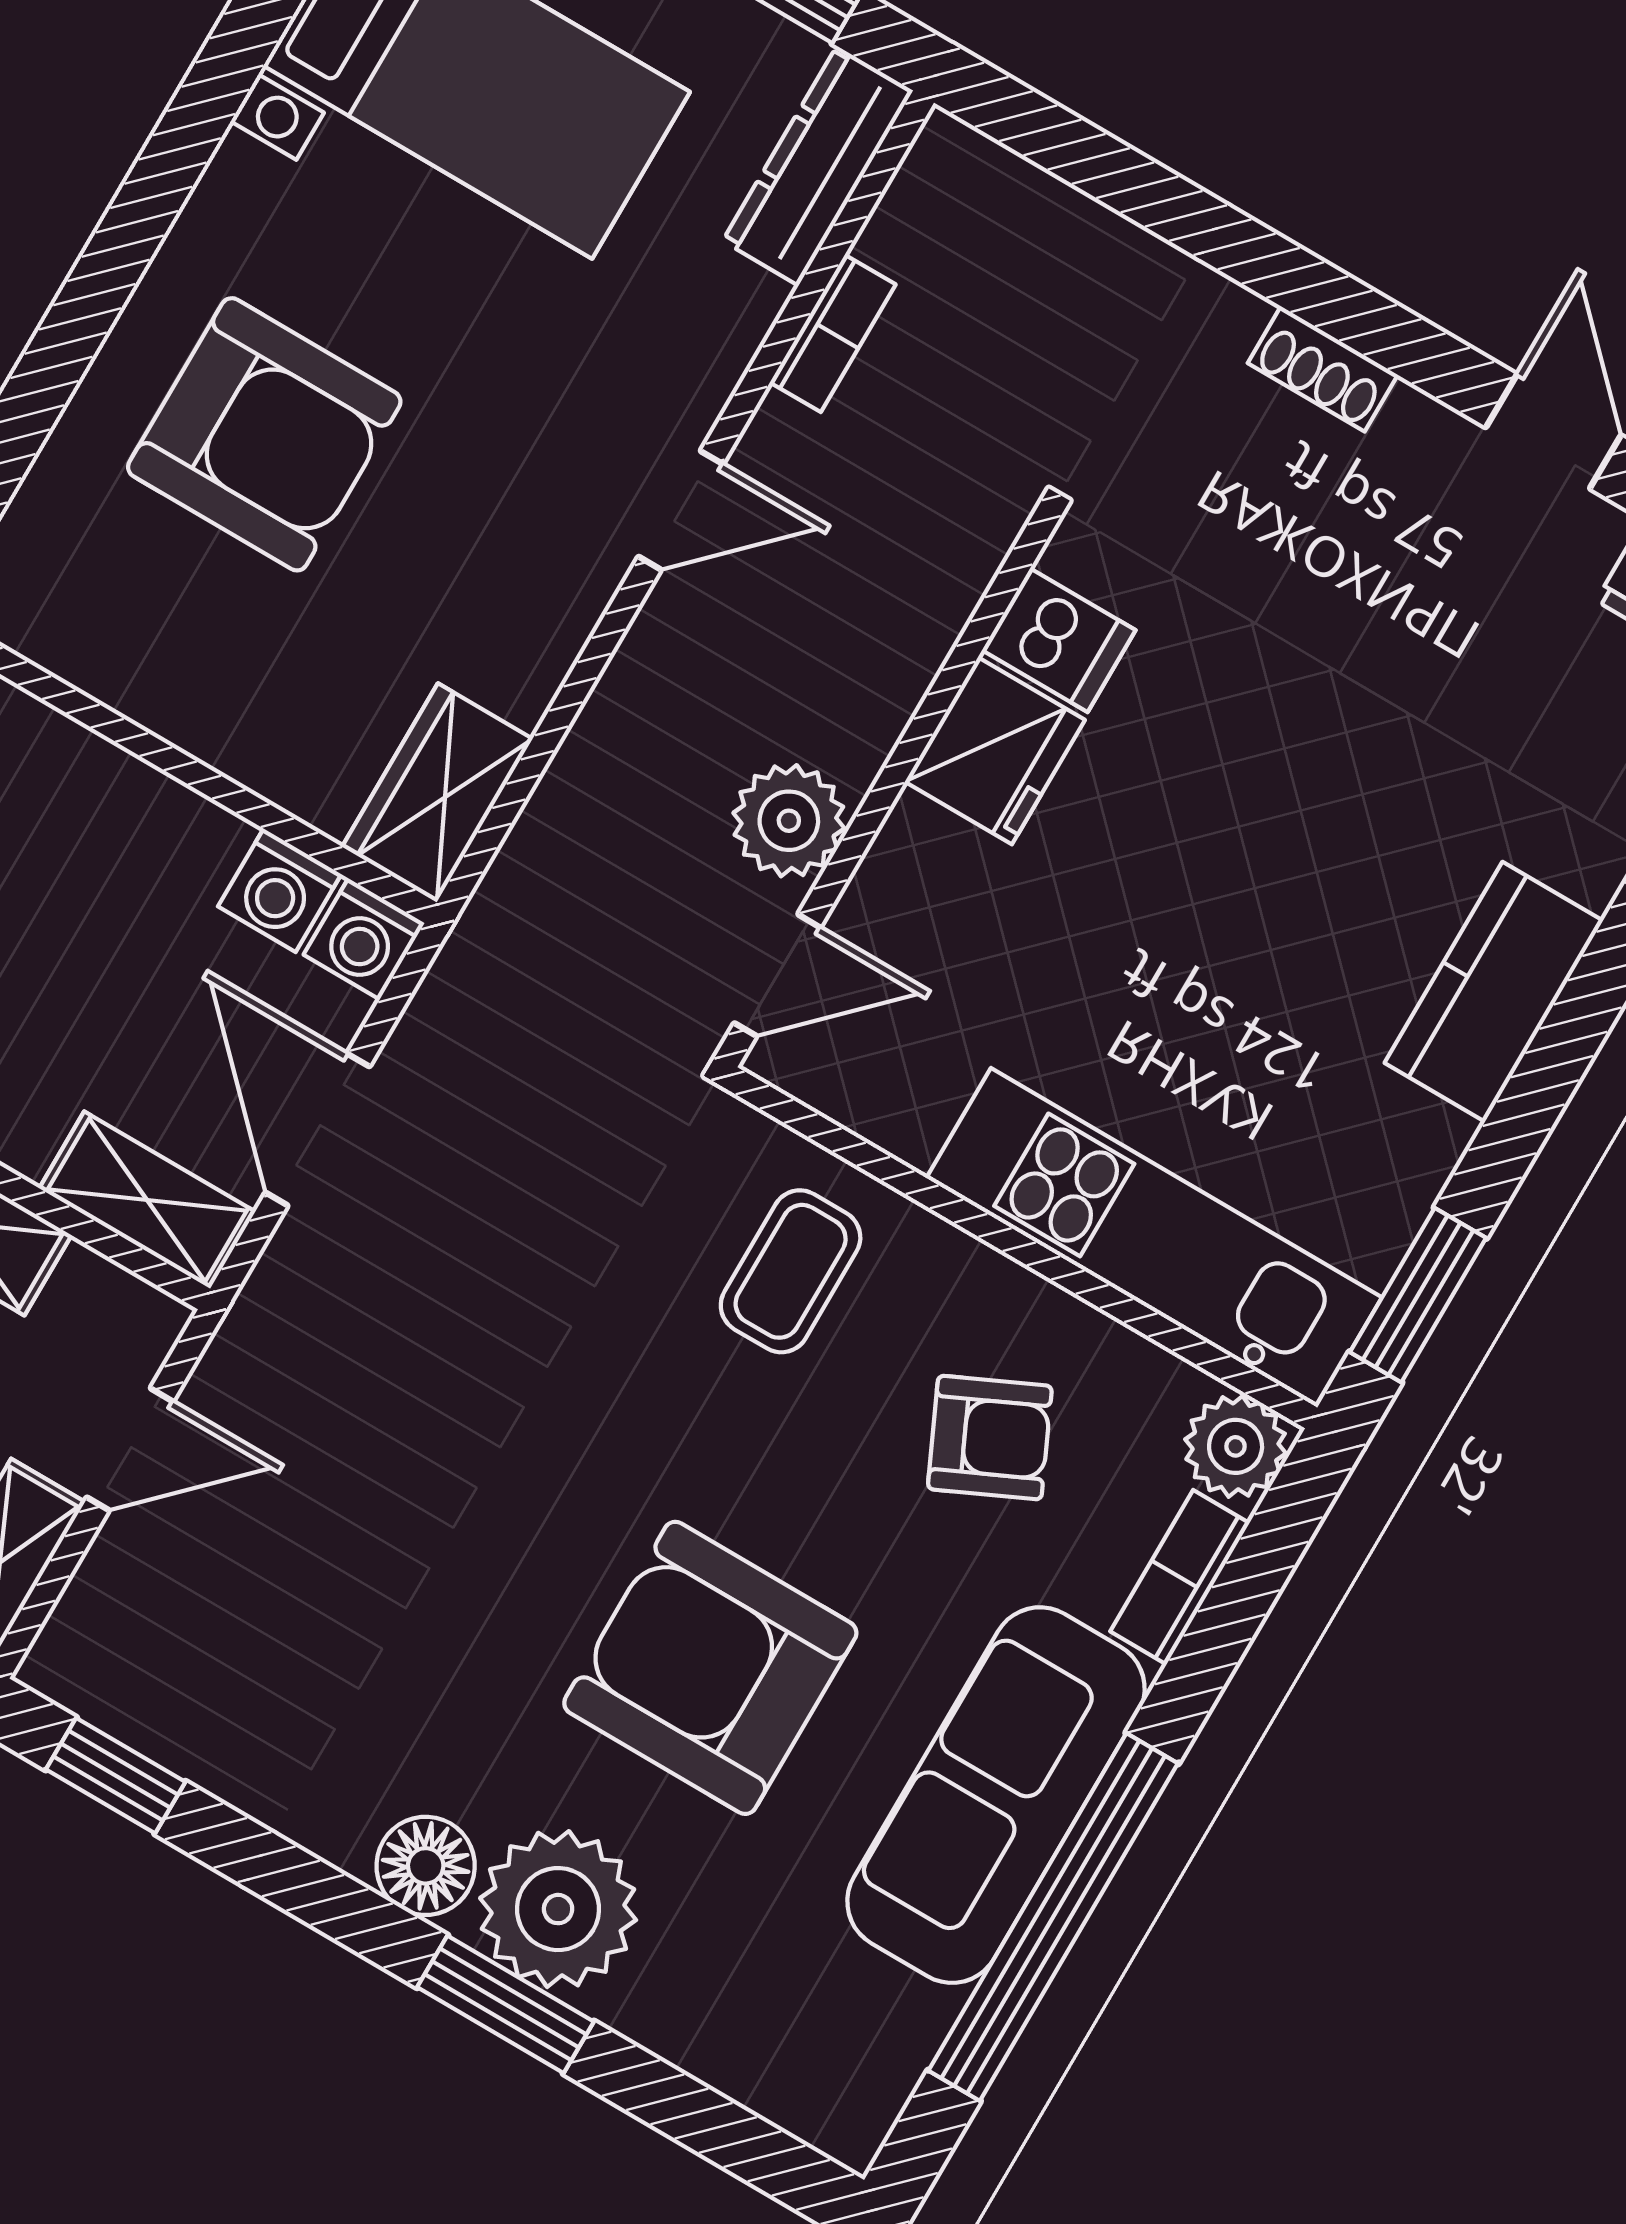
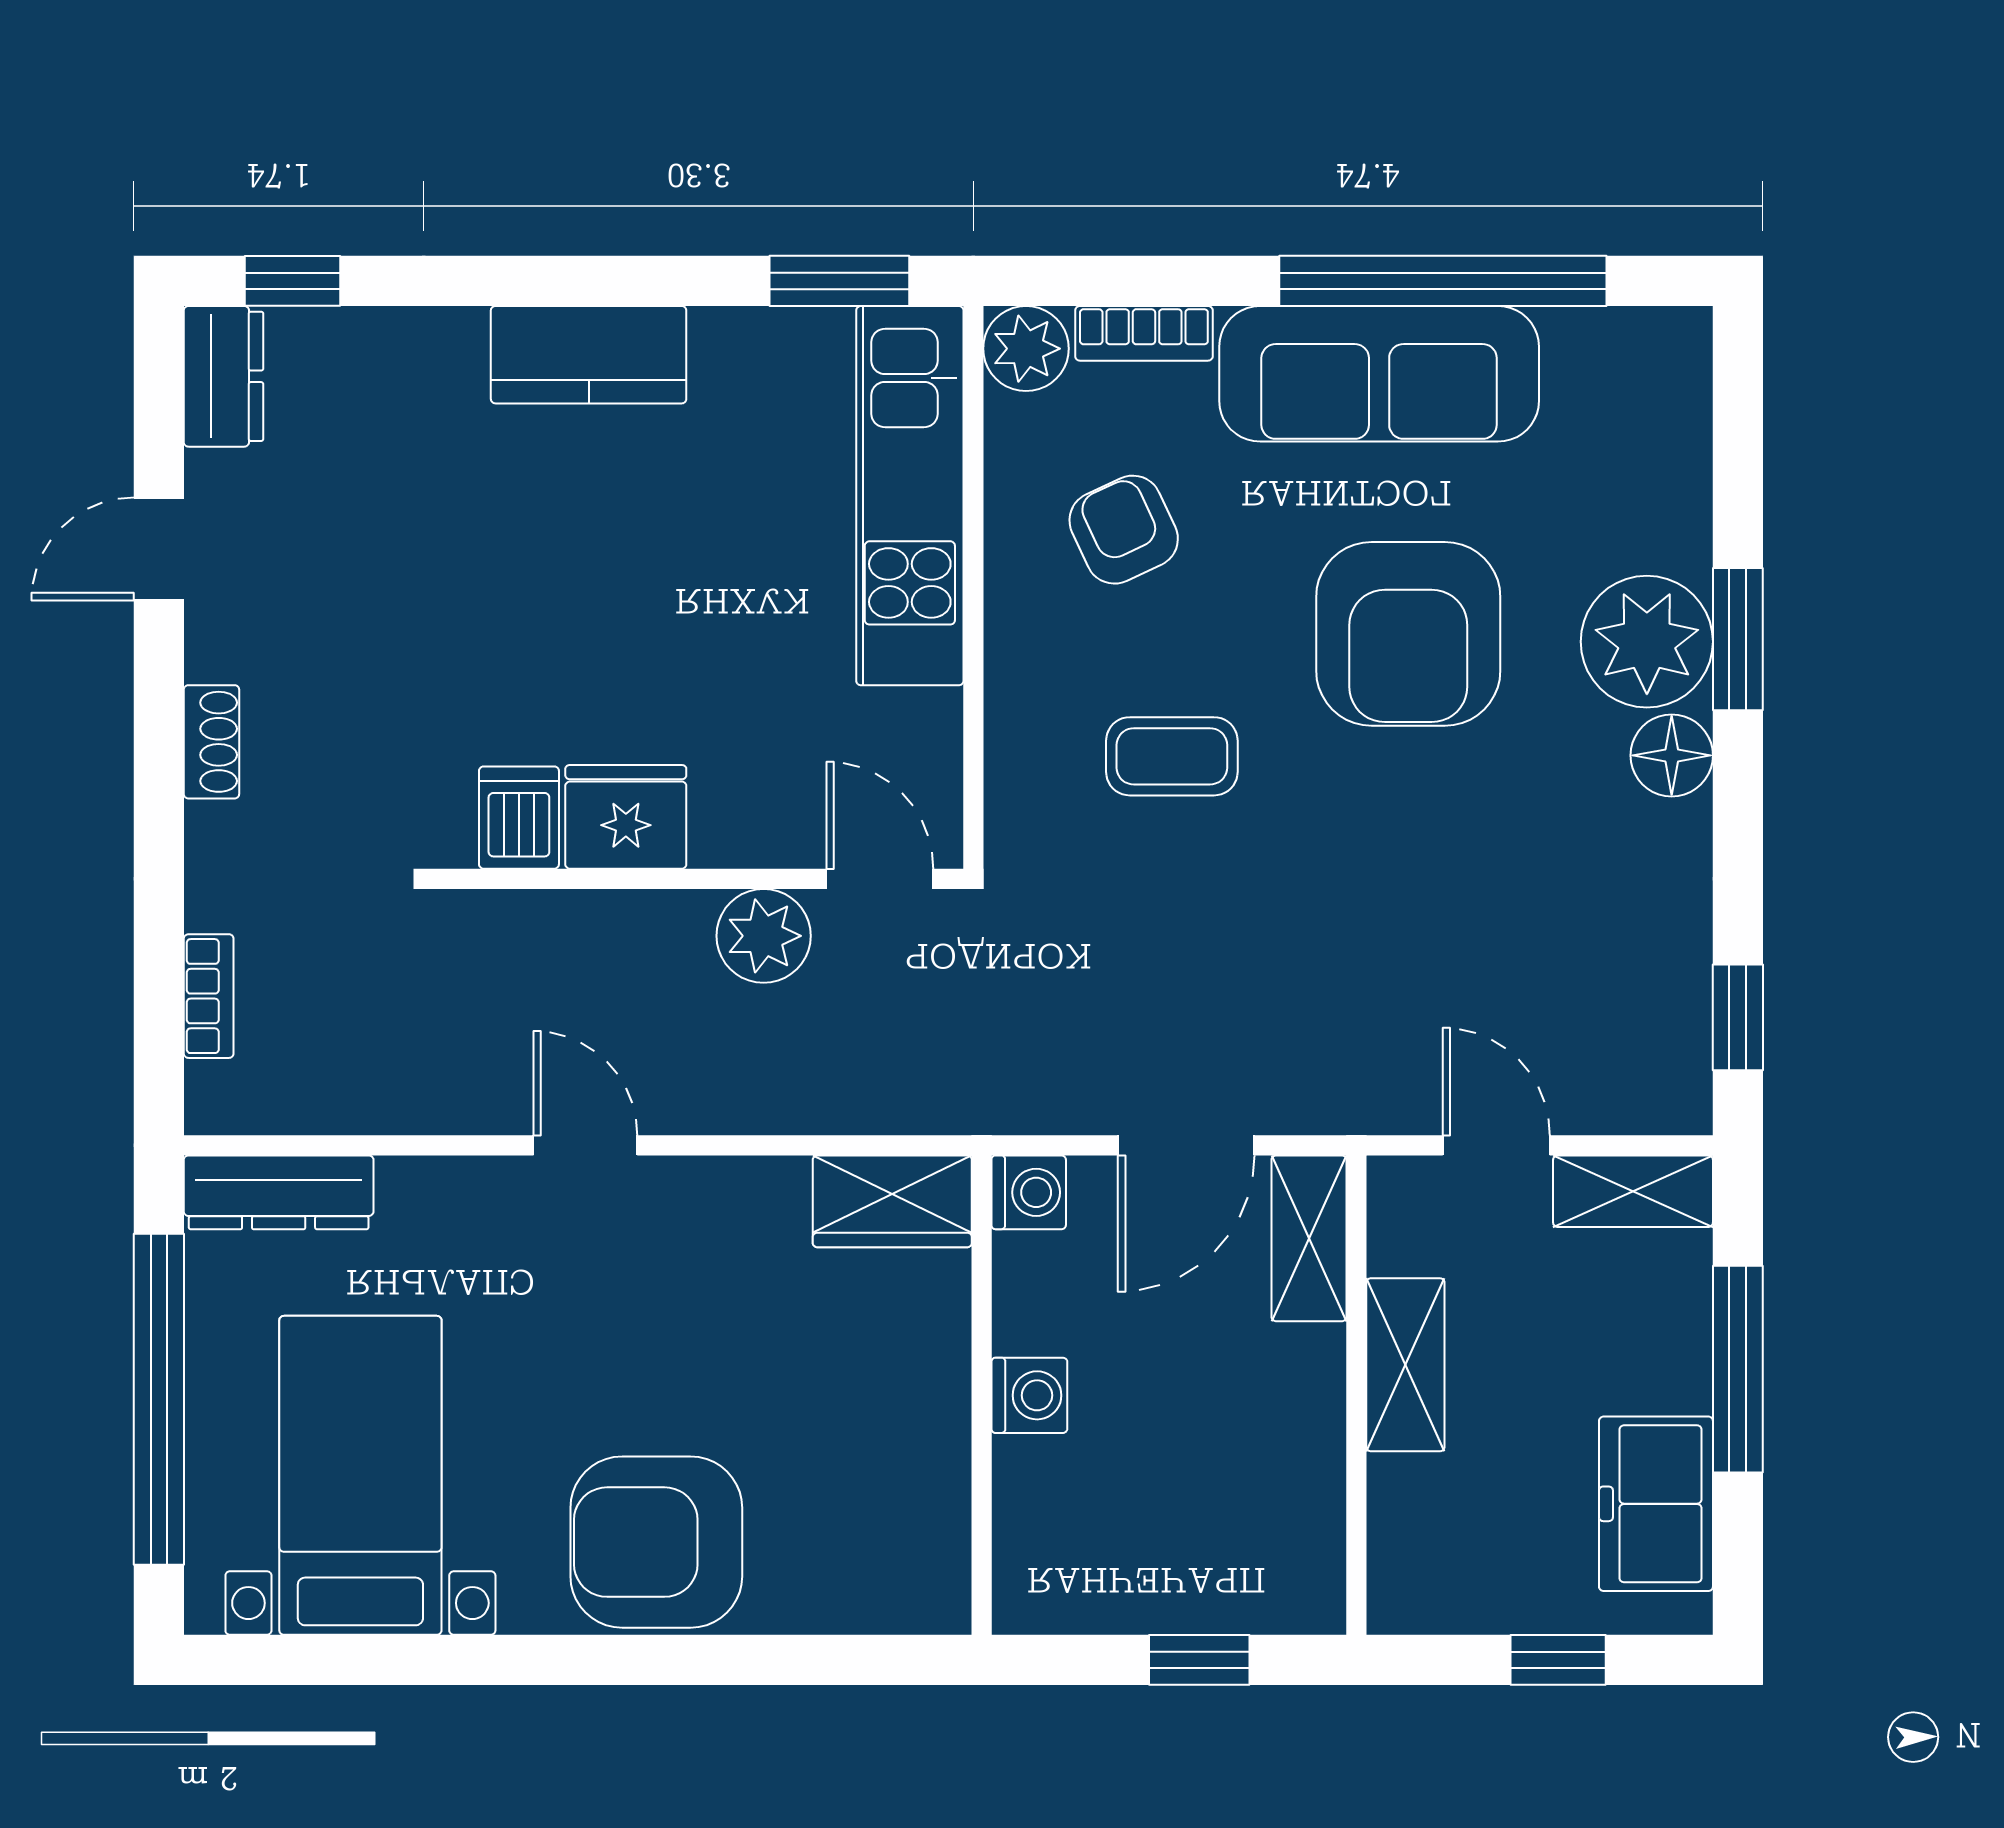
bookcase: (833, 333) -> (209, 996), moved, turned 90
armchair: (264, 434) -> (656, 1542), moved, turned -90
washing machine: (280, 890) -> (1029, 1395), moved
coffee table: (791, 1271) -> (1172, 756), moved

